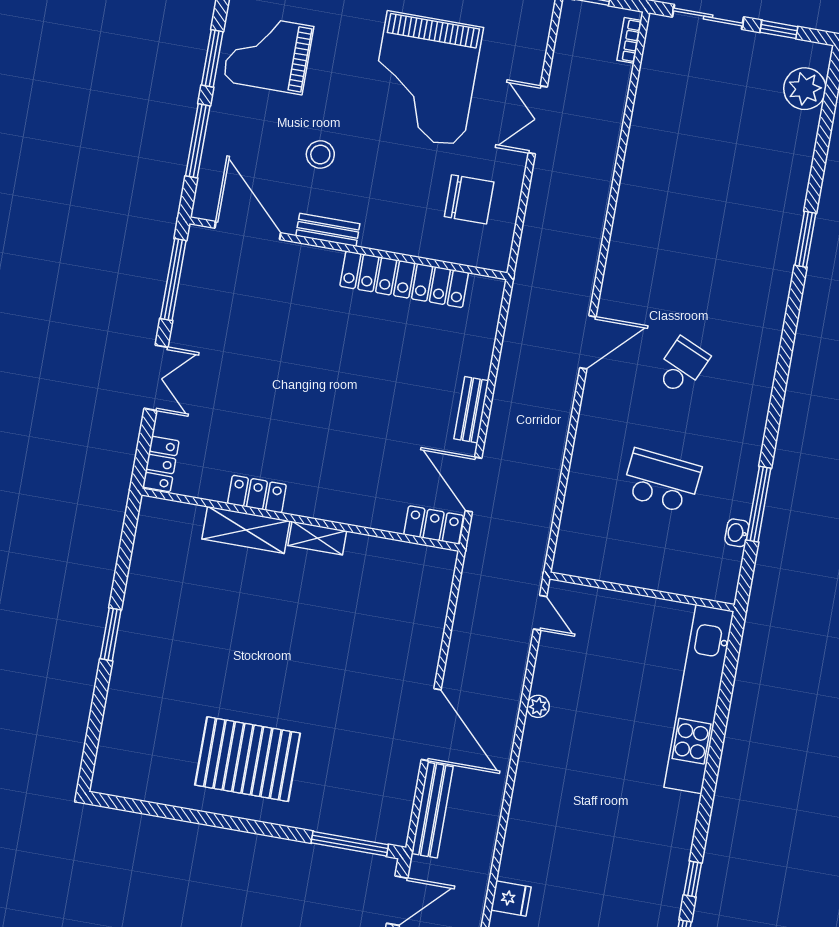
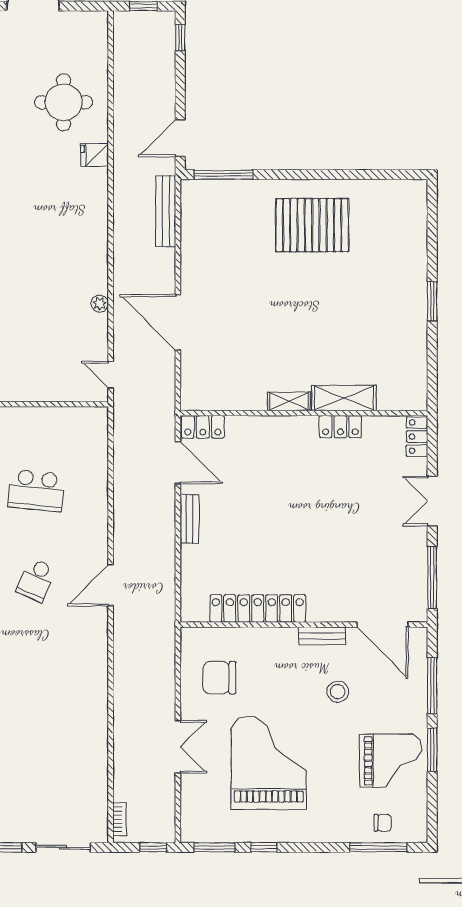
door: (431, 725) -> (178, 322), moved

